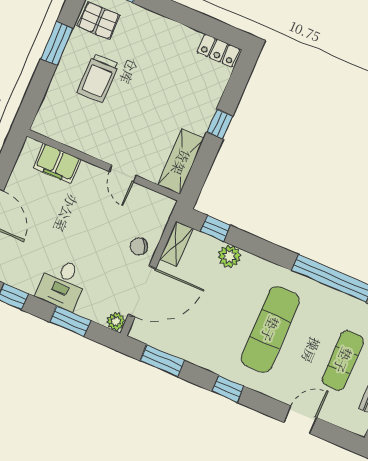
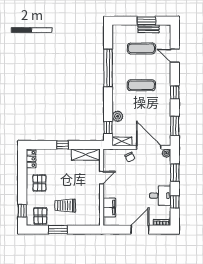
pallet: (164, 47) -> (39, 183), added
trolley: (98, 78) -> (65, 206), turned 180
desk: (62, 284) -> (160, 196), moved
exercise mat: (270, 329) -> (141, 85), width x0.73, depth x0.69

